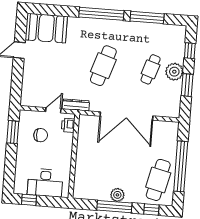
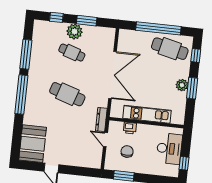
printer: (68, 125) -> (130, 128), moved
kitchen unit: (83, 156) -> (147, 114), added
window: (114, 207) -> (192, 88), width x0.69

